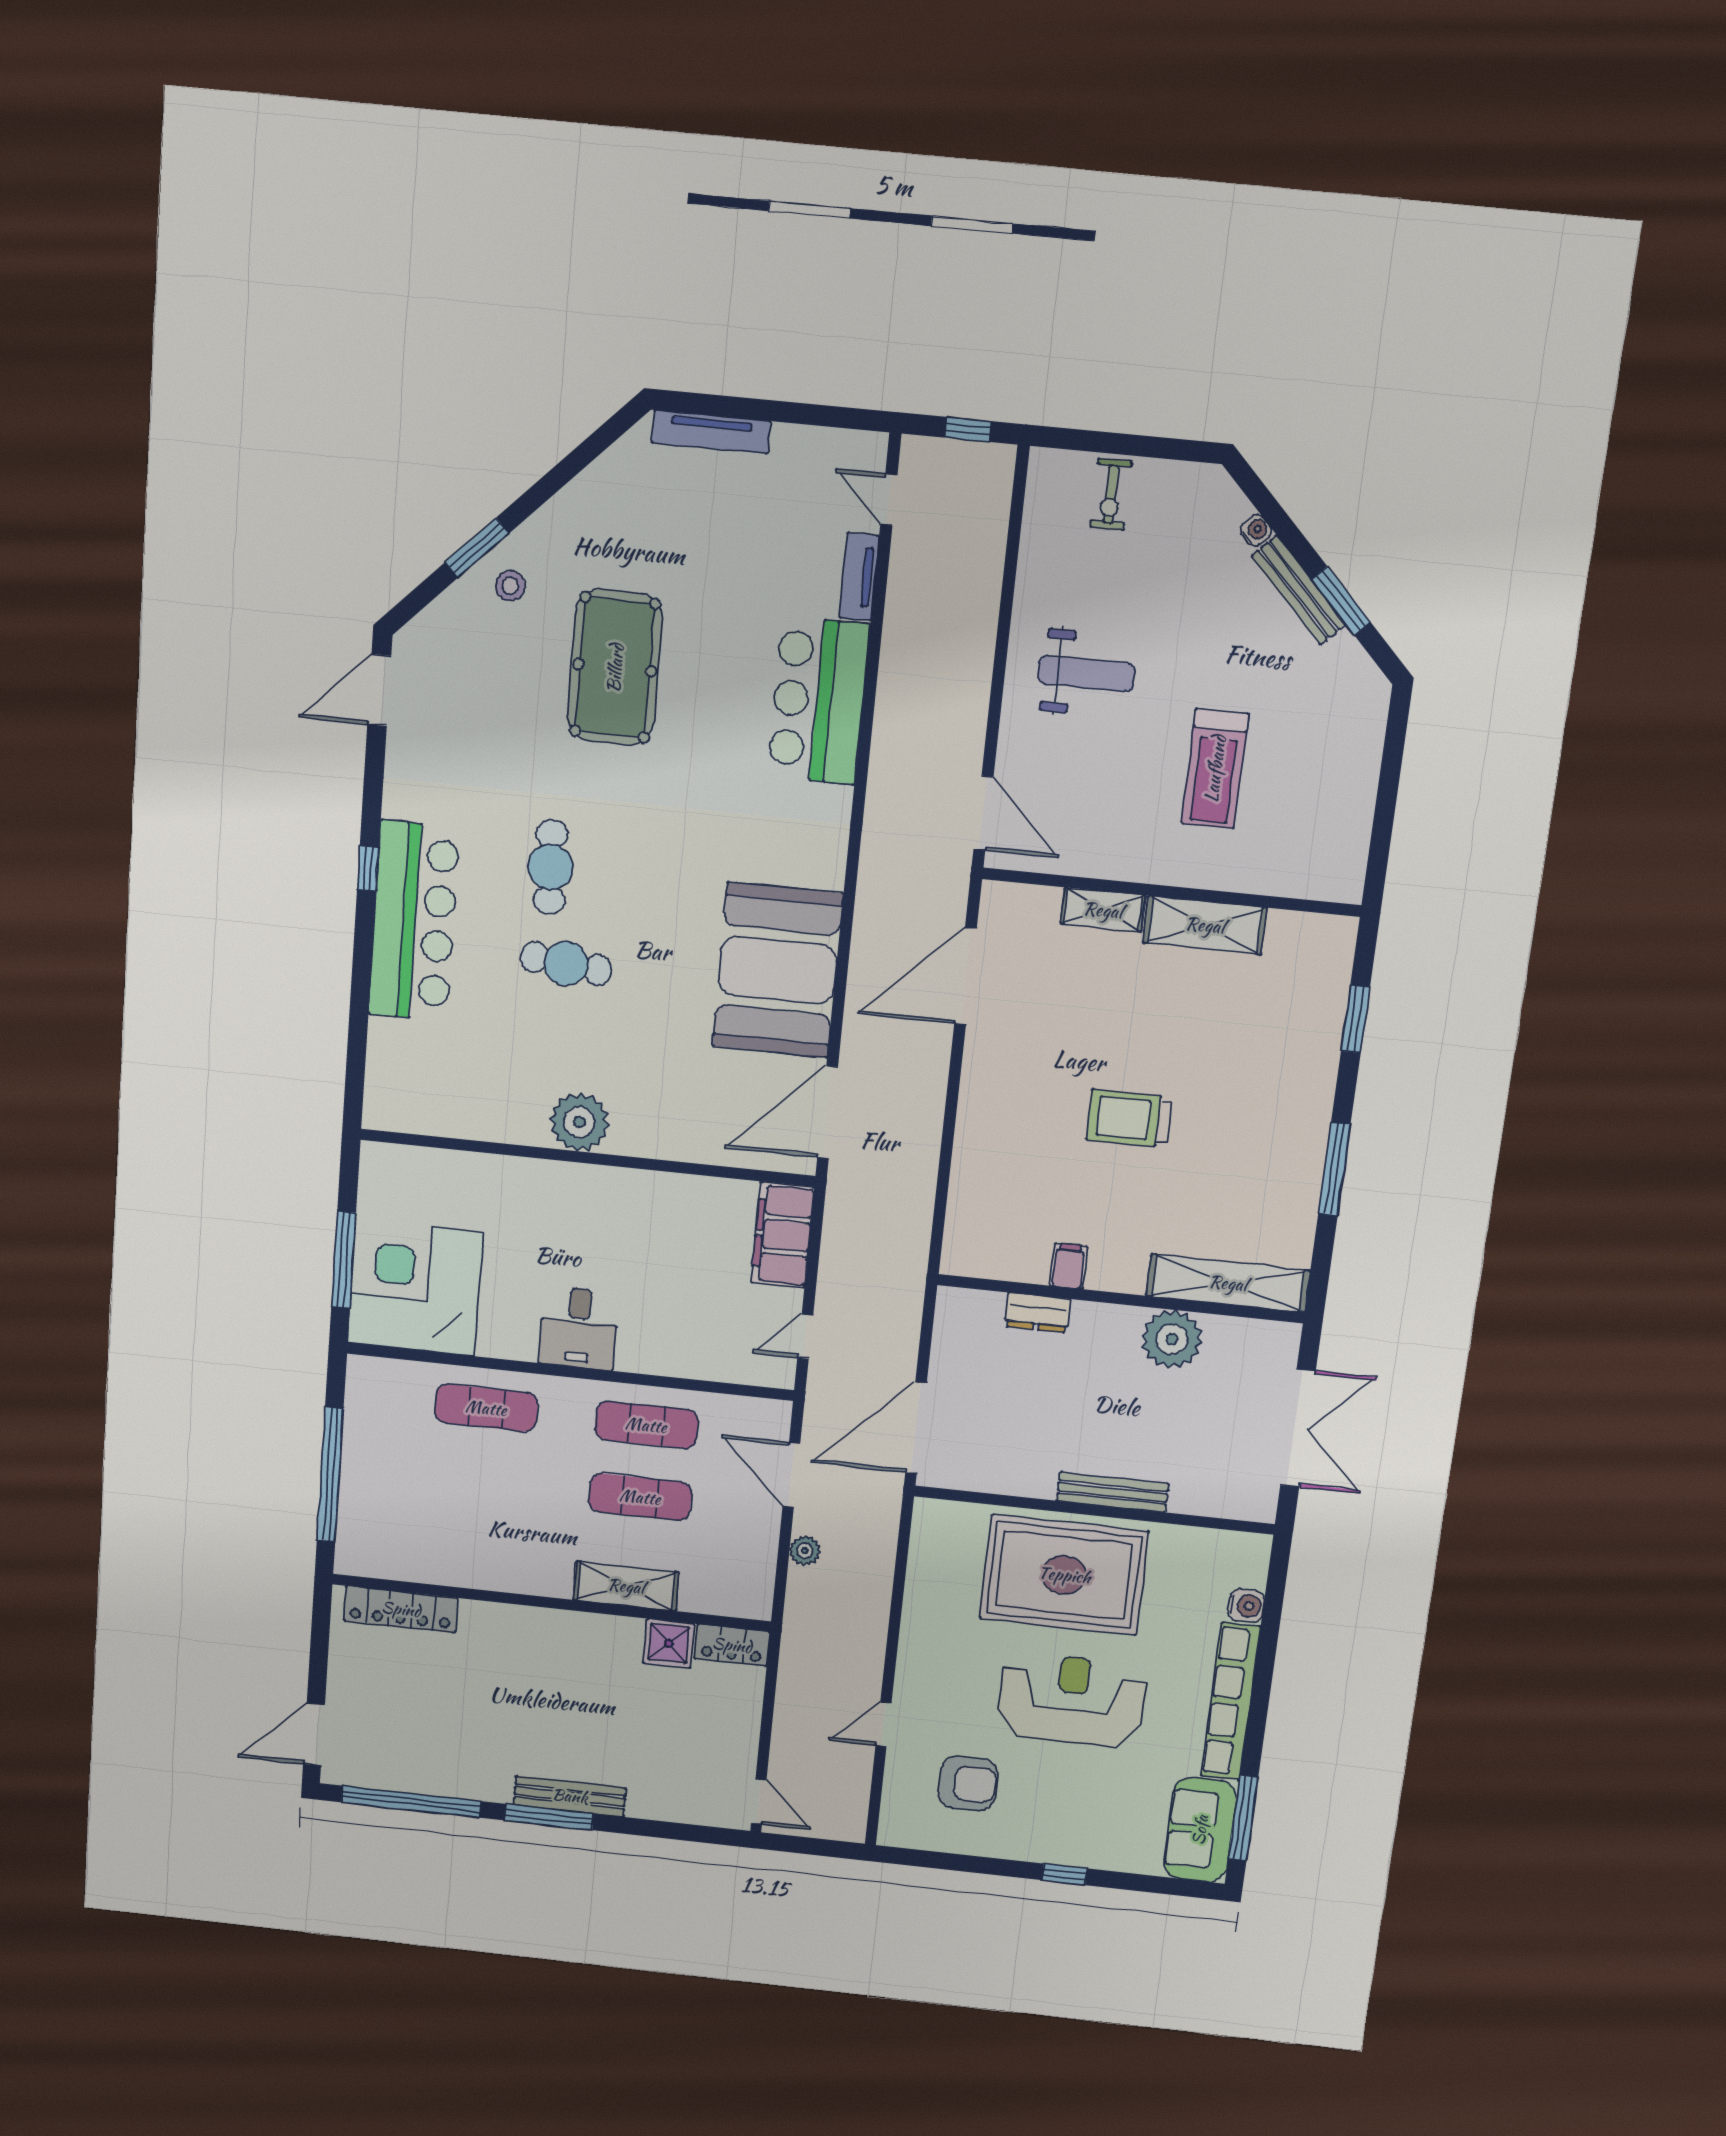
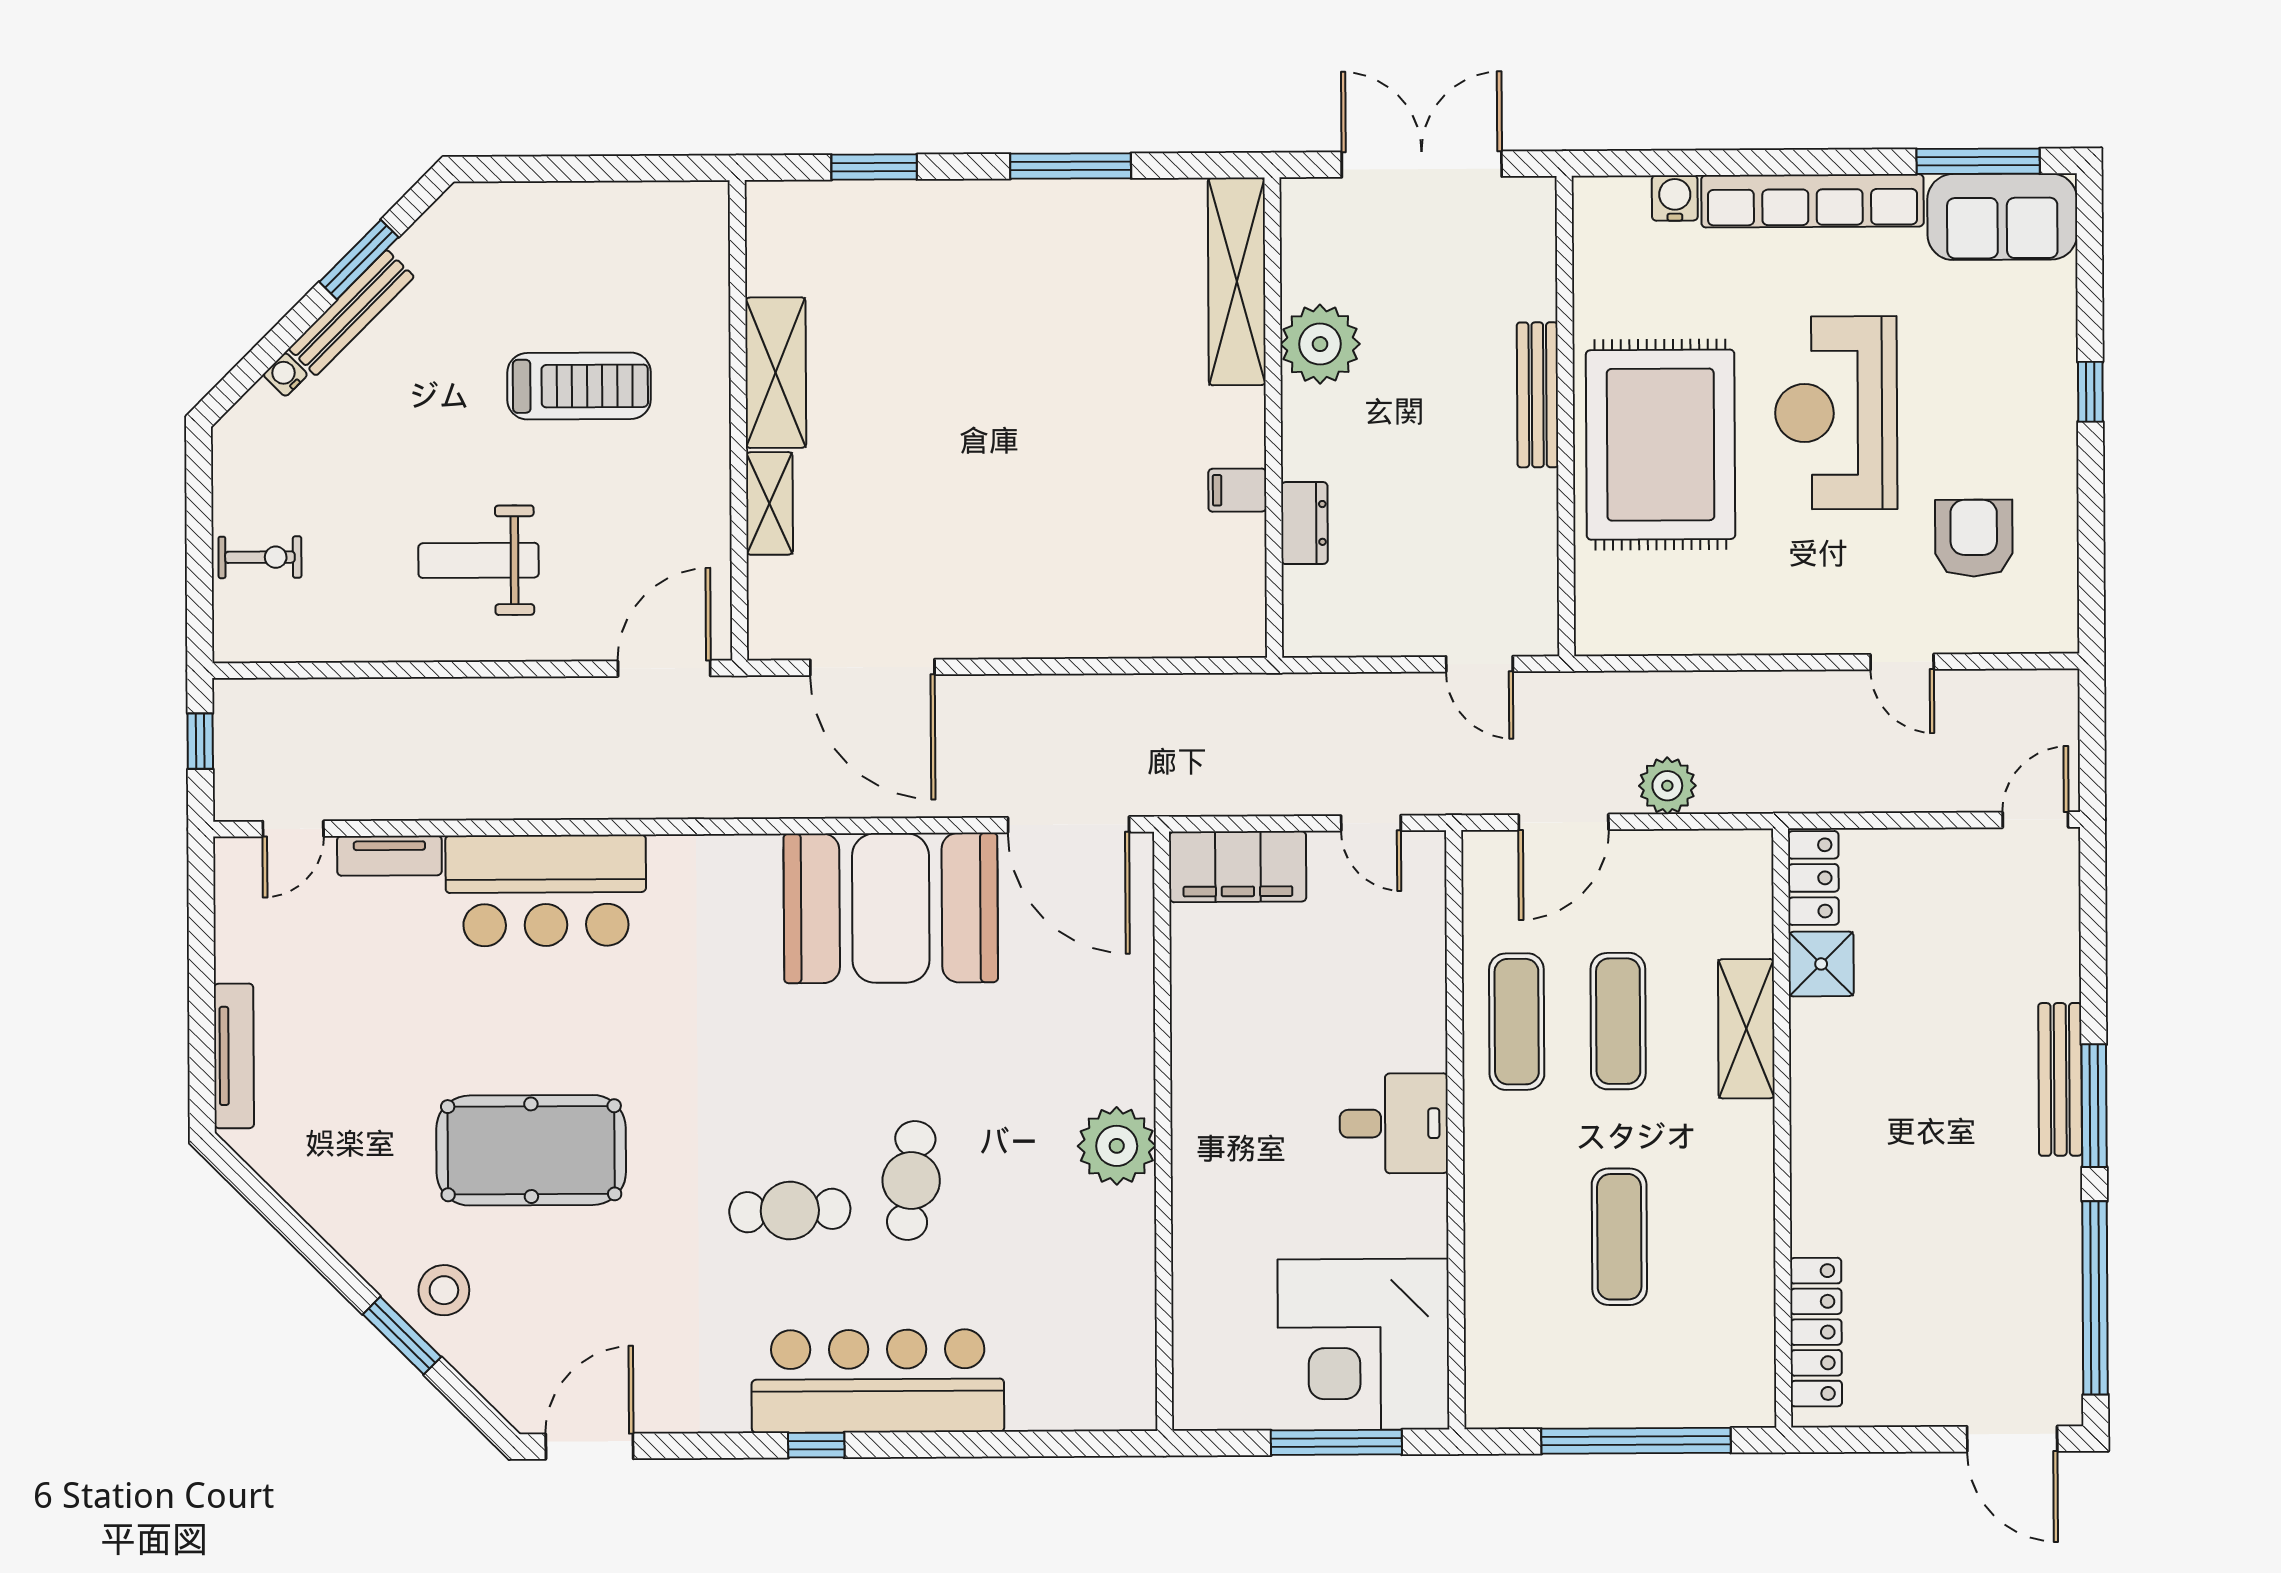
stool: (510, 586) -> (444, 1290), width x1.37, depth x1.37
weight bench: (1086, 673) -> (479, 560), turned -90
door: (379, 690) -> (590, 1446), swing flipped
trolley: (1129, 1119) -> (1034, 436), removed
exercise mat: (486, 1408) -> (1619, 1237), moved
door: (916, 1428) -> (1479, 664), width x0.53
plant: (805, 1551) -> (1667, 786), width x1.38, depth x1.38

